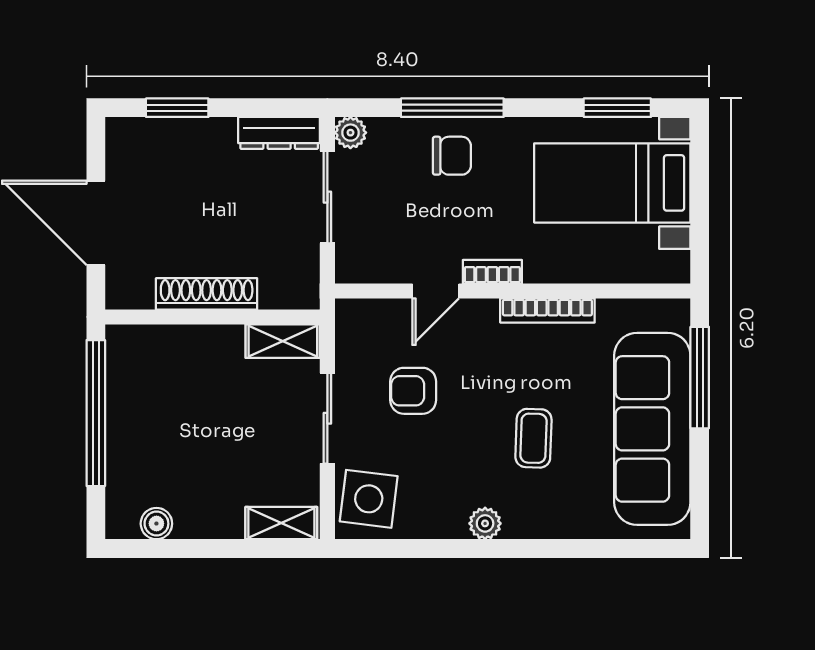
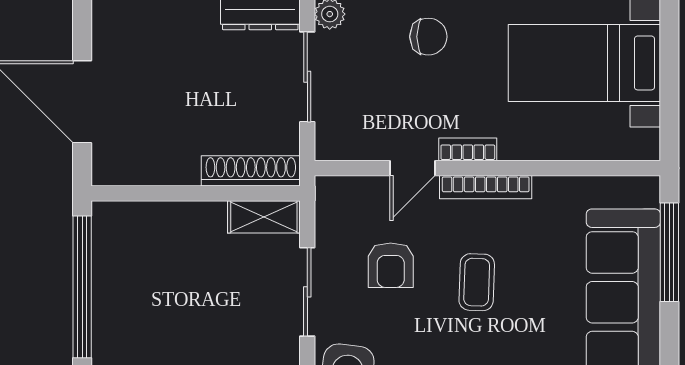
shoe rack: (207, 294) -> (251, 171), moved
bookcase: (547, 311) -> (486, 187), moved
armchair: (413, 391) -> (391, 265), turned -90
coffee table: (533, 438) -> (477, 282), moved

